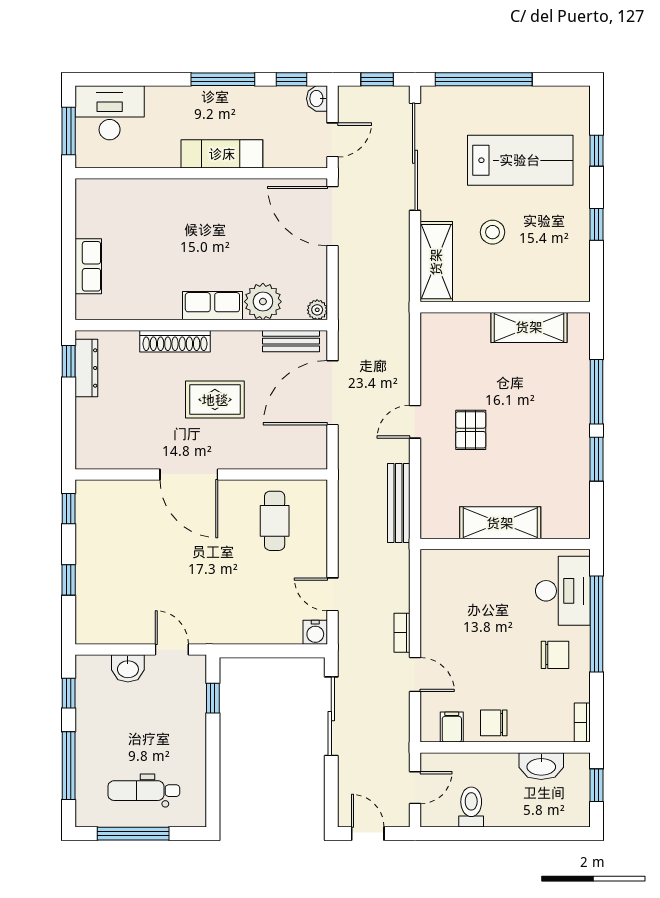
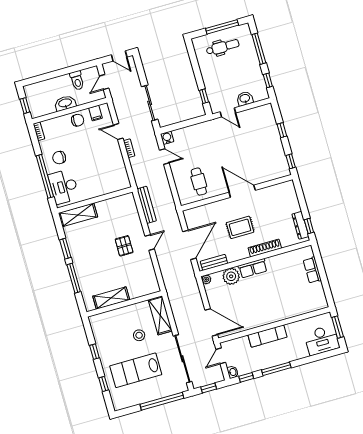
shelving: (500, 523) -> (78, 215), moved
washbasin: (541, 766) -> (65, 103), moved

